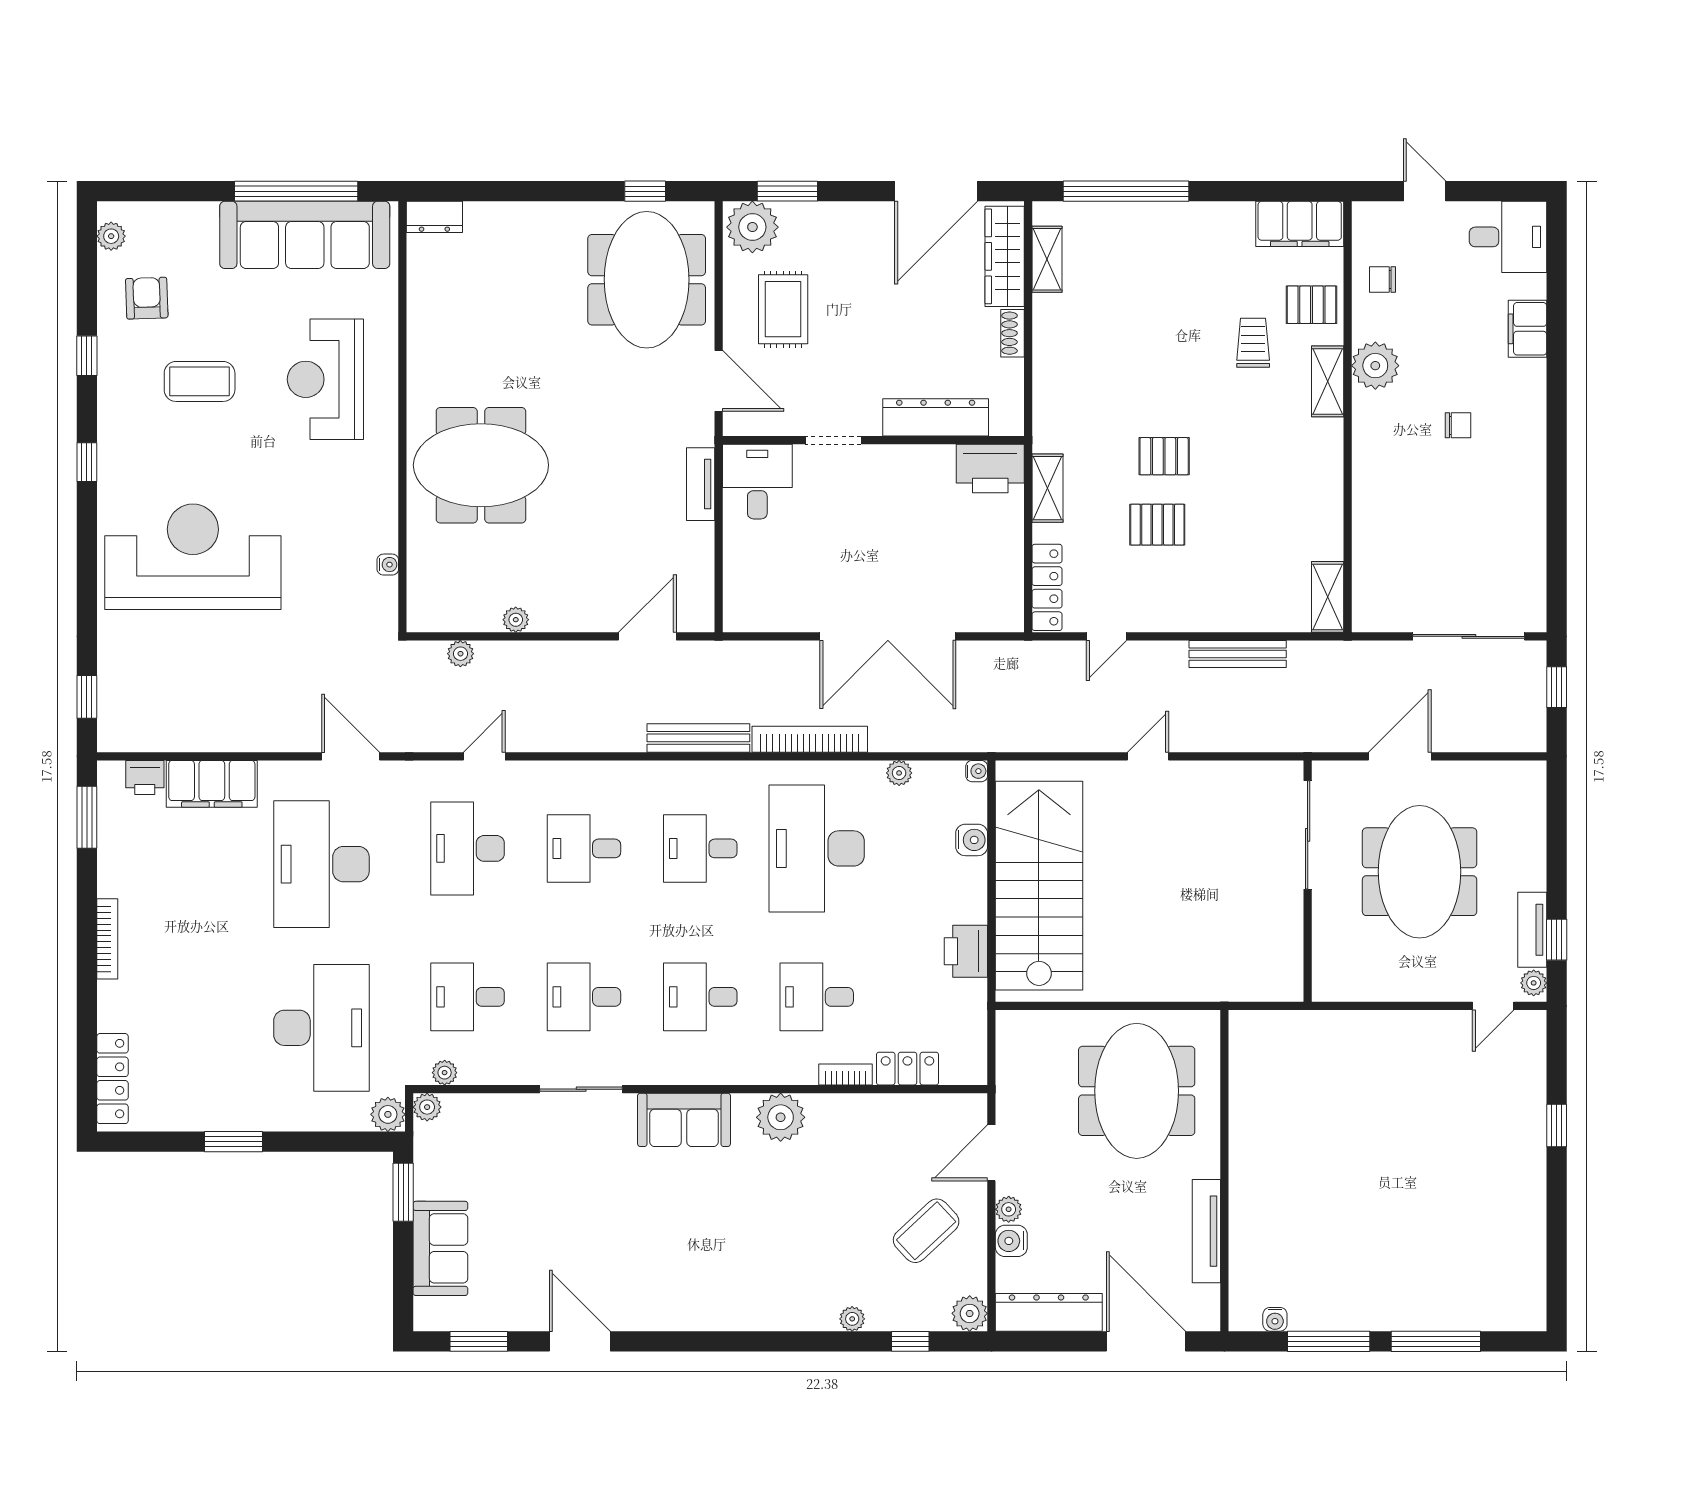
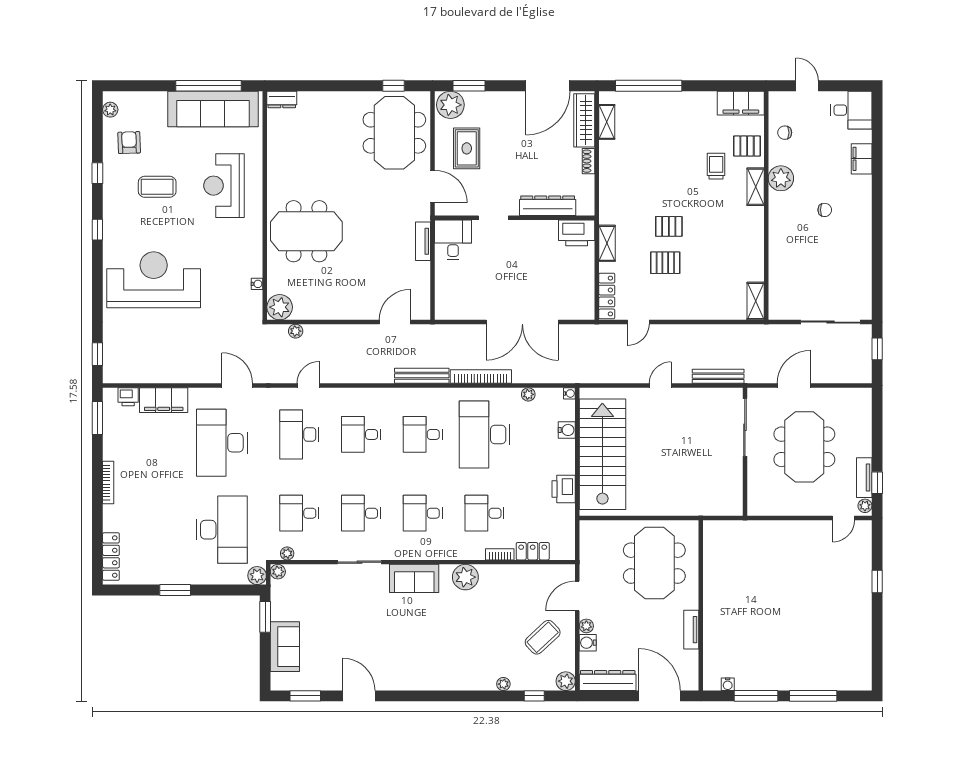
plant: (516, 620) -> (280, 307), moved, width x1.87, depth x1.87
bench: (1238, 654) -> (718, 376), moved
tv unit: (1206, 1231) -> (691, 630), width x0.71

